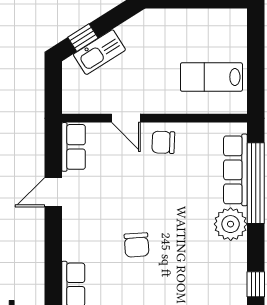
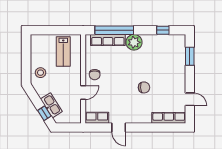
stool: (167, 30) -> (40, 73), added

